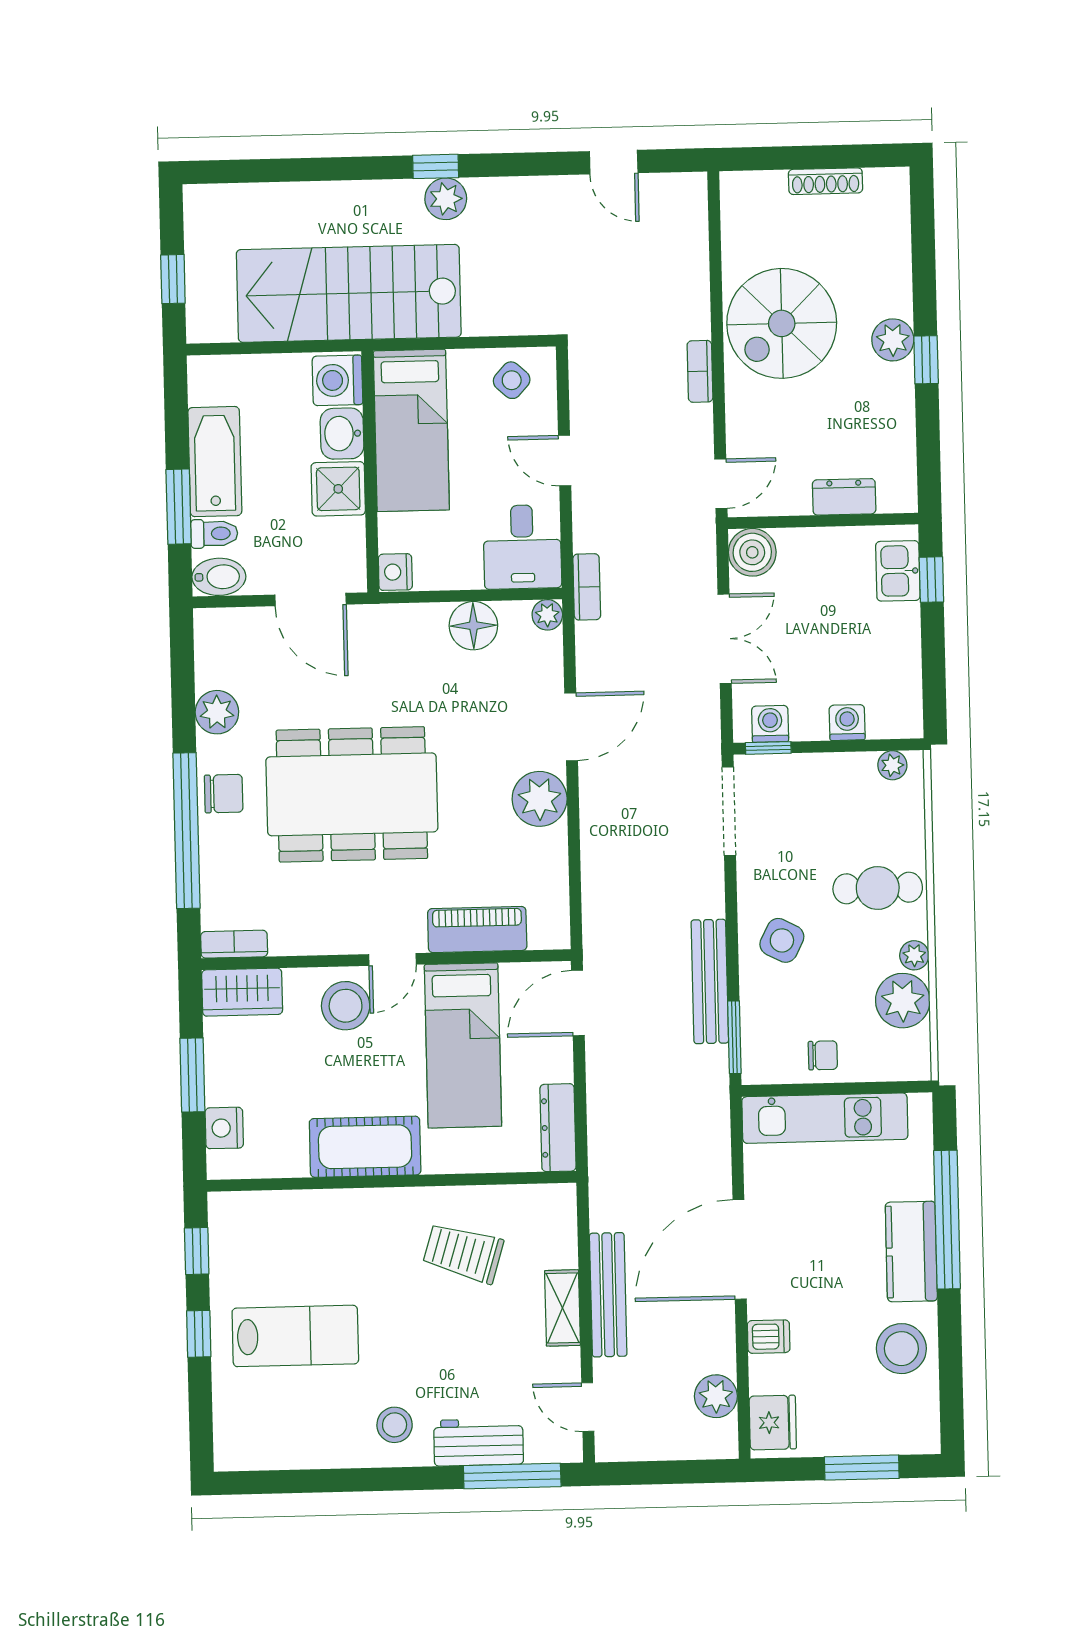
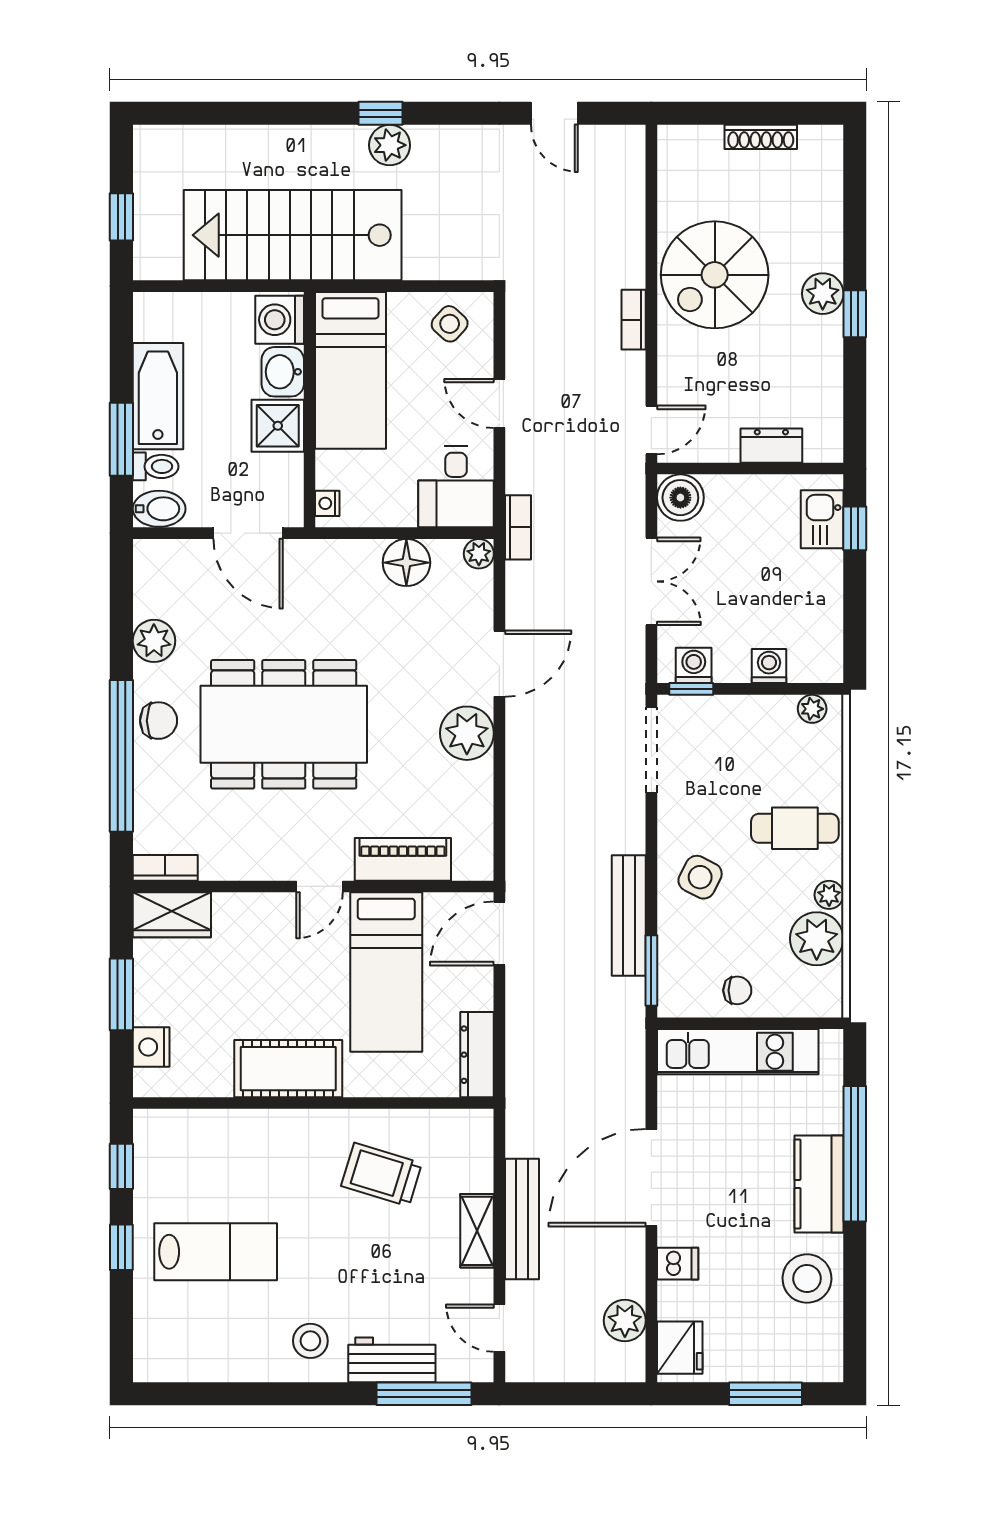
nightstand: (395, 572) -> (327, 503), width x0.72, depth x0.74
stool: (346, 1006) -> (273, 931), removed

